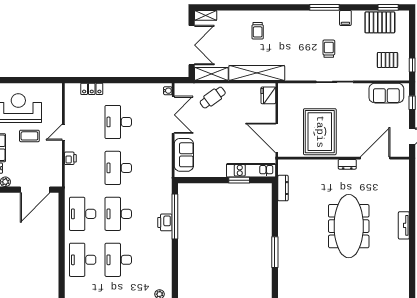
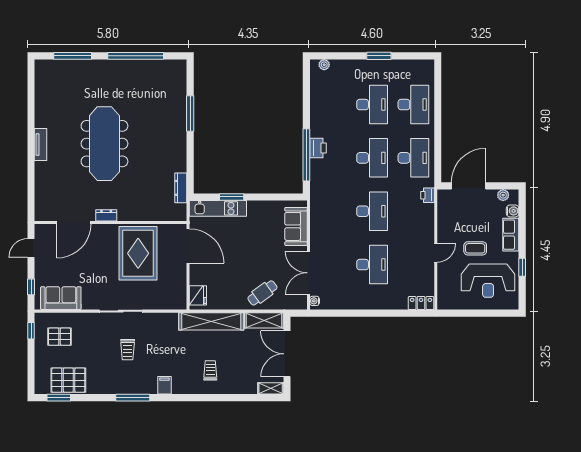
filing cabinet: (345, 18) -> (164, 385), moved
locker: (92, 89) -> (421, 303), moved
printer: (70, 158) -> (428, 195), moved

